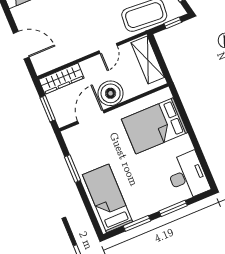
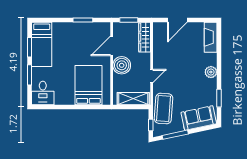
door: (108, 48) -> (152, 76), swing flipped
door: (91, 117) -> (112, 46), swing flipped
desk: (187, 176) -> (43, 93), width x0.73
bed: (108, 198) -> (42, 44), moved, turned 90

